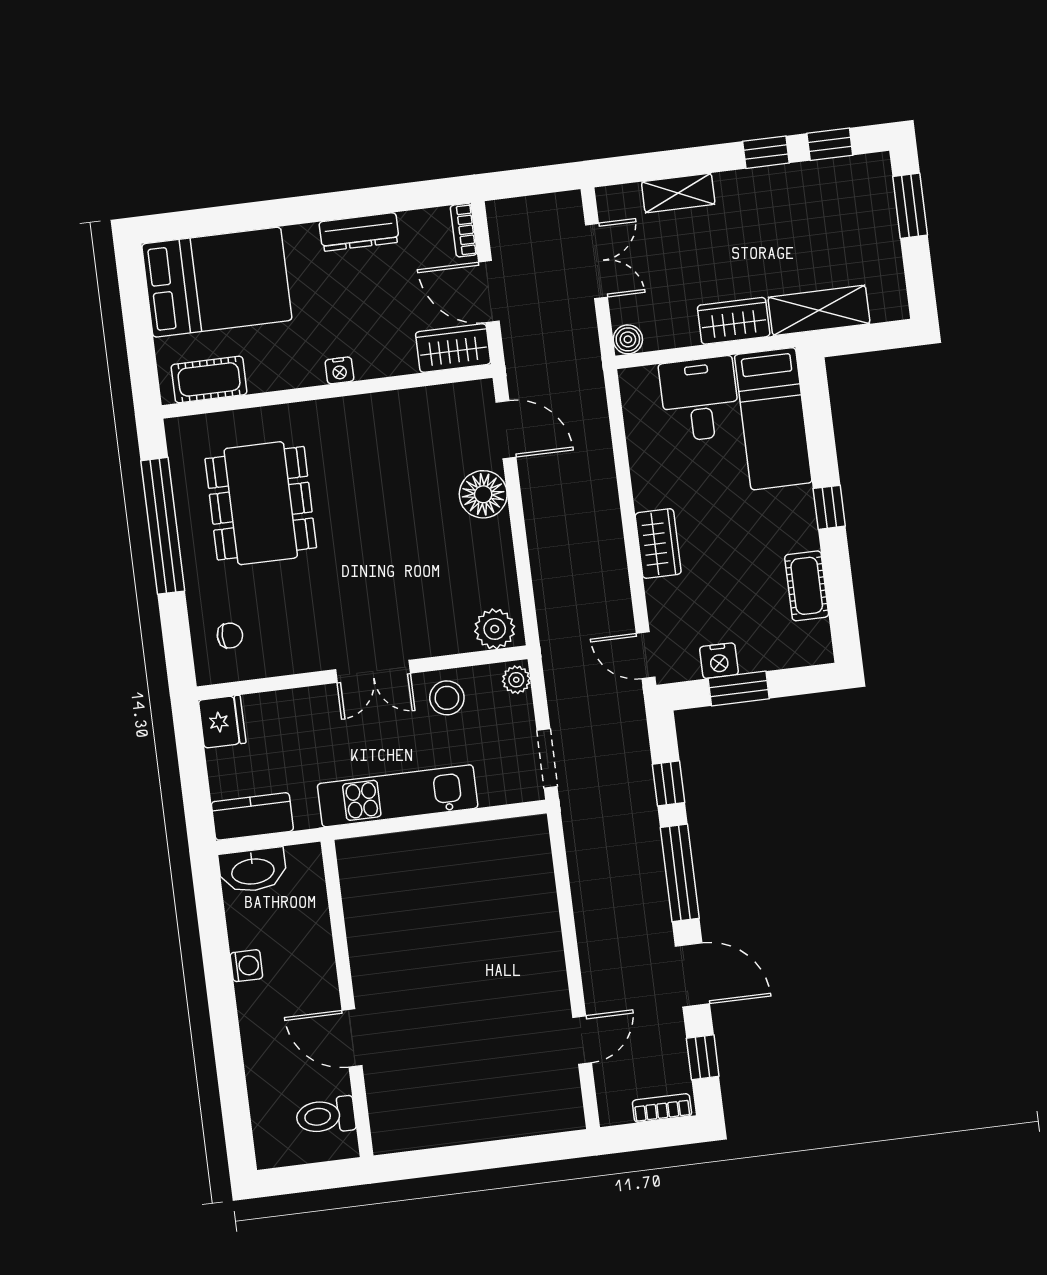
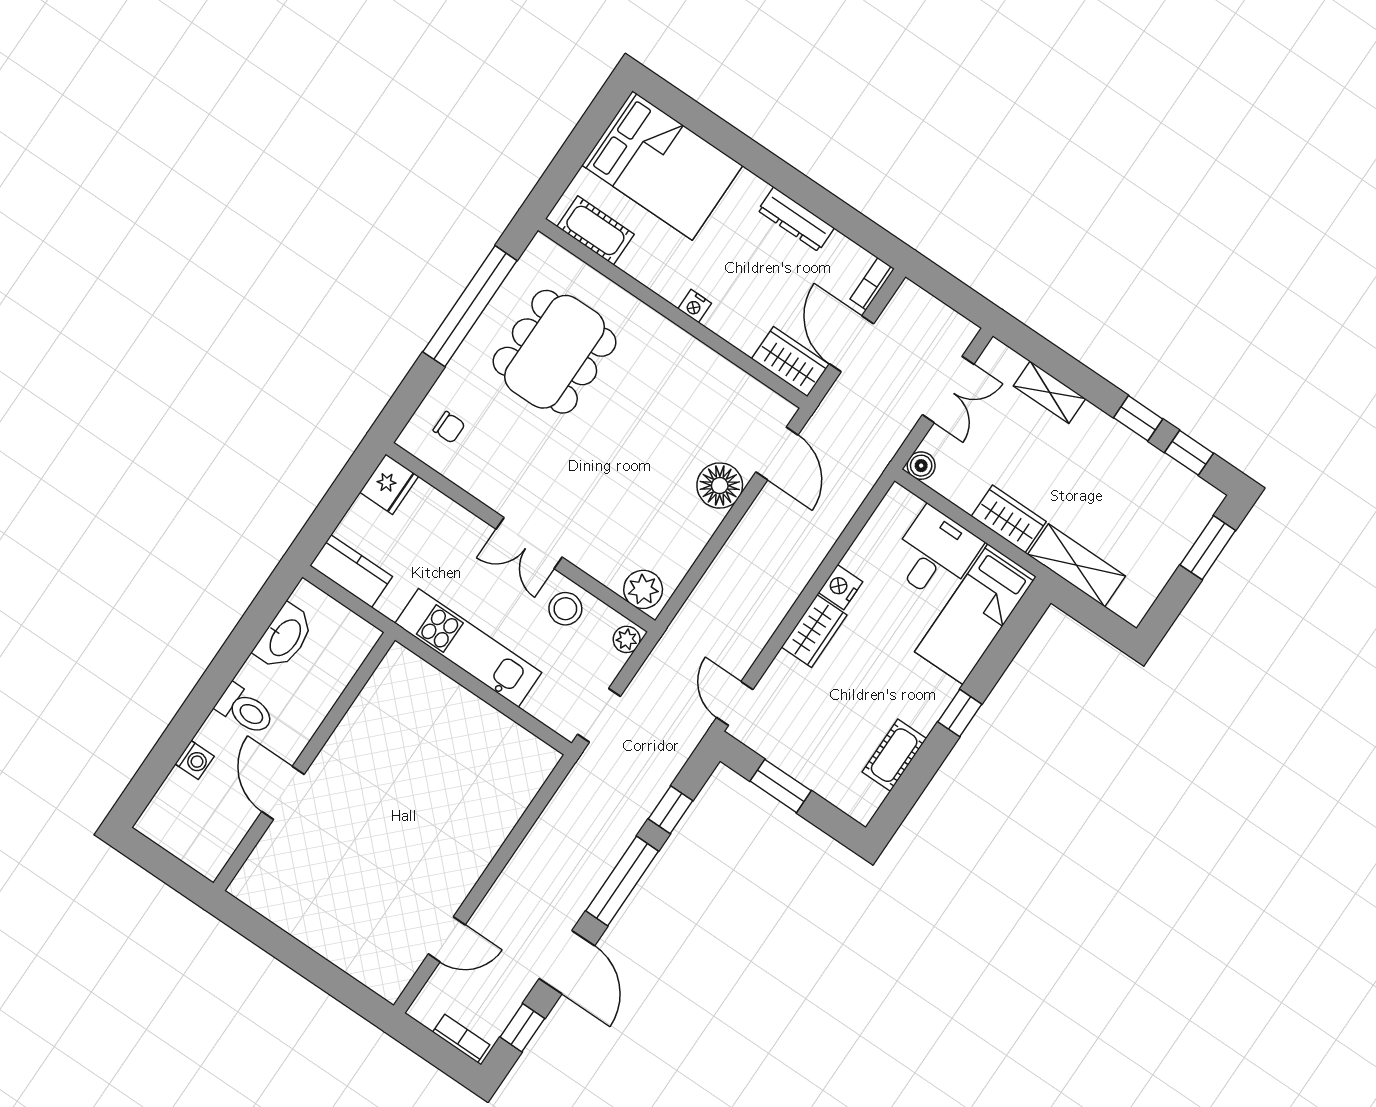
nightstand: (719, 661) -> (841, 587), moved, turned 90
washbasin: (253, 870) -> (284, 637), moved, turned -90
washing machine: (246, 966) -> (195, 760), moved
toilet: (326, 1116) -> (245, 710), moved, turned 180

